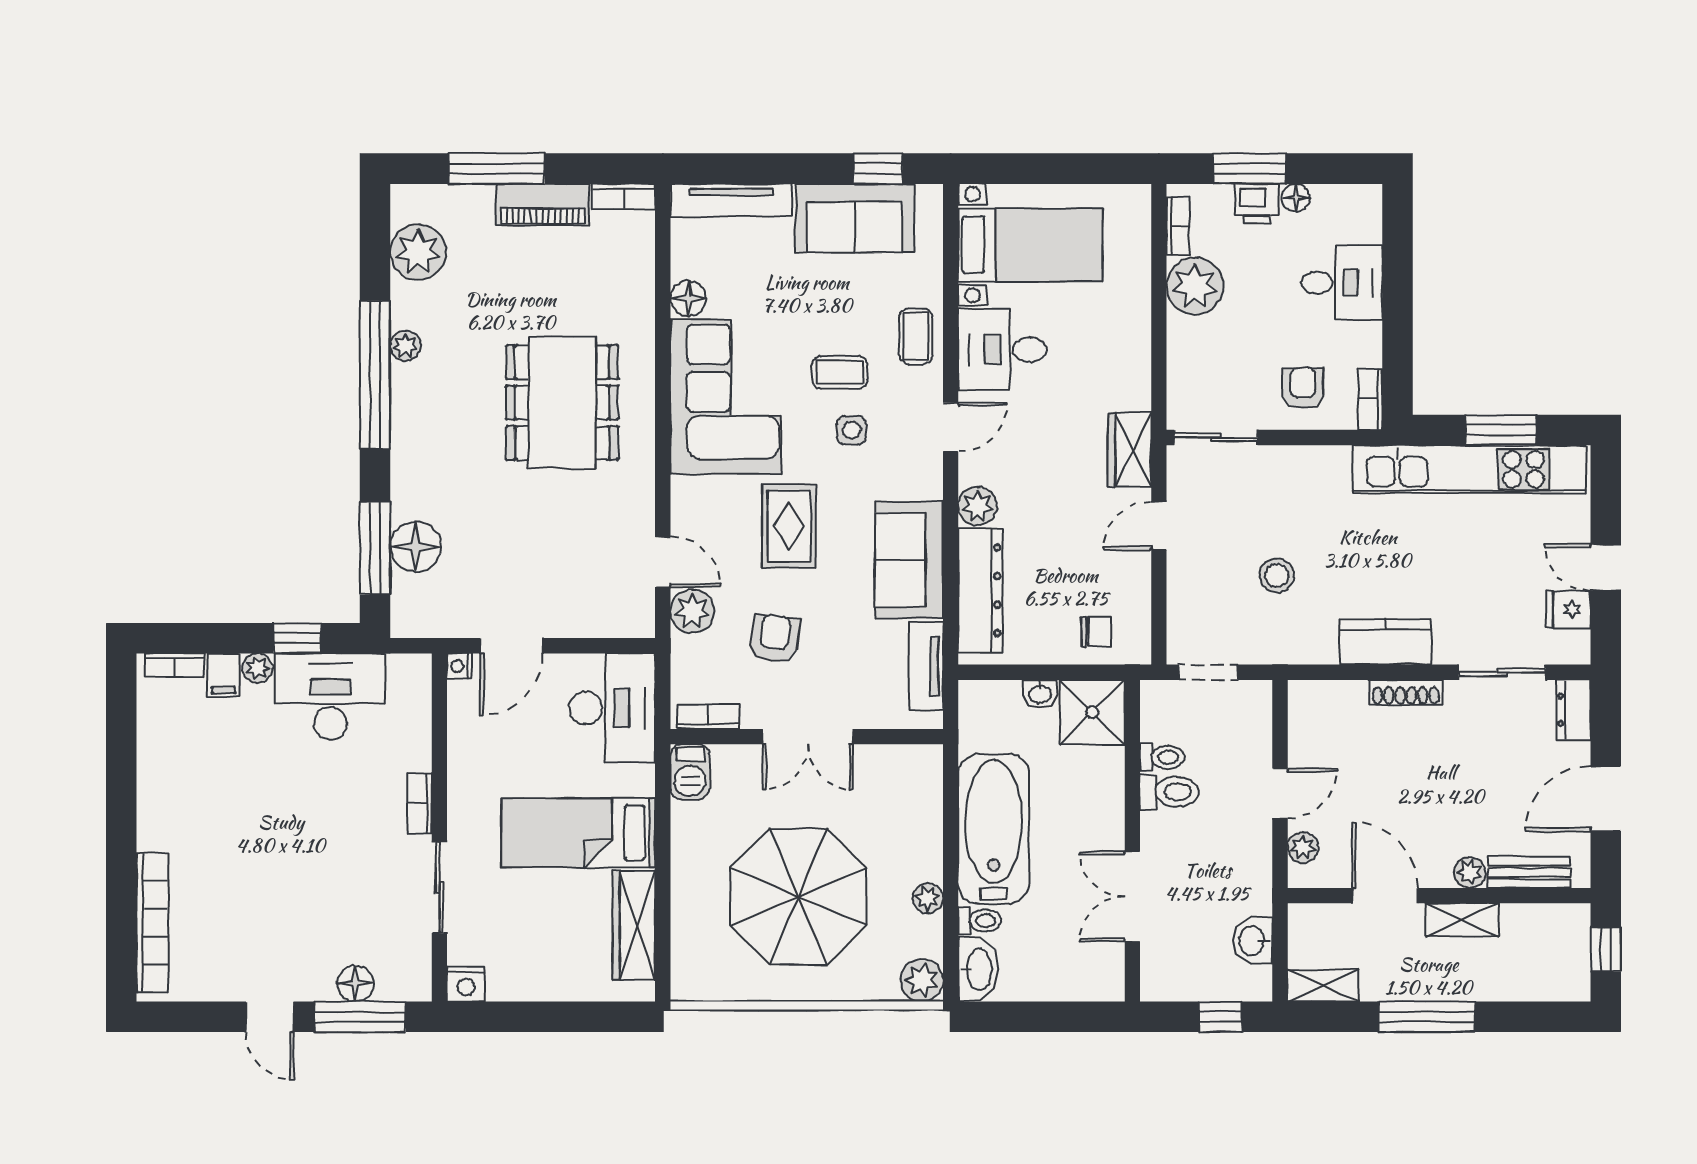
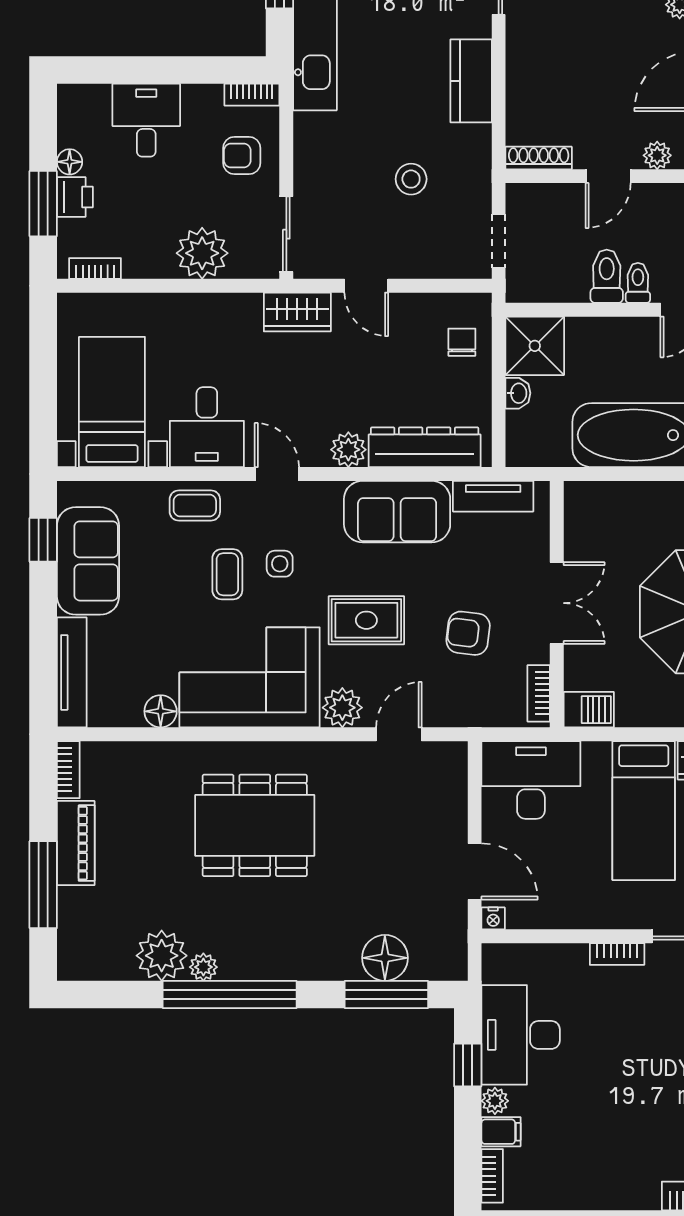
plant: (418, 252) -> (162, 956), moved
plant: (1195, 286) -> (202, 253), moved
plant: (692, 611) -> (342, 708), moved
shoe rack: (1406, 692) -> (539, 158), moved, turned -90
toilet: (1162, 757) -> (638, 283), moved
door: (1280, 793) -> (608, 176), swing flipped

